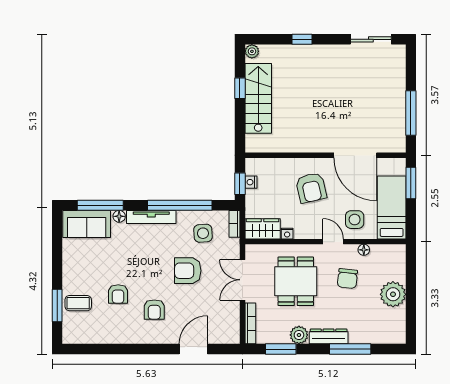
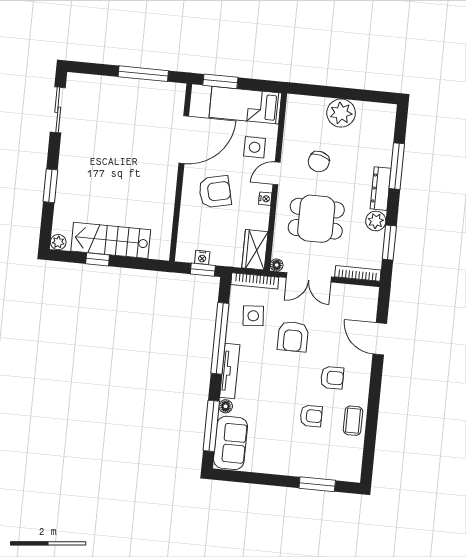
window: (302, 39) -> (50, 186), width x1.50
bookcase: (234, 224) -> (255, 281), width x1.56
nightstand: (287, 234) -> (265, 199), moved
floor lamp: (364, 250) -> (277, 265), moved
chair: (347, 279) -> (319, 162), turned 98
coffee table: (78, 303) -> (353, 421), moved

